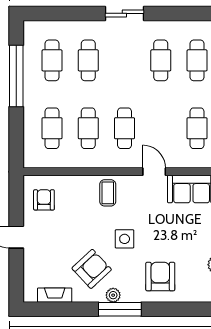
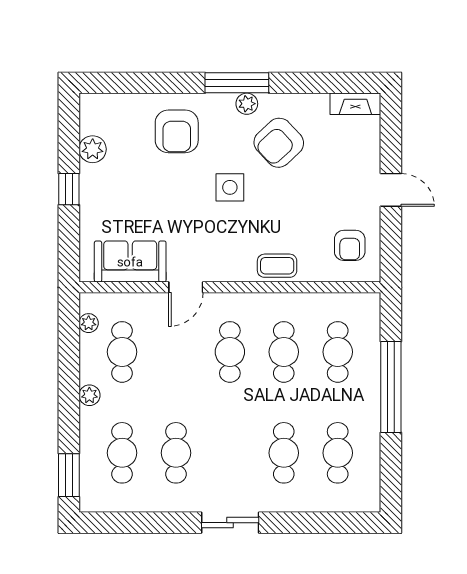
window: (16, 76) -> (391, 387), moved
door: (154, 172) -> (186, 287), hinge flipped
coffee table: (108, 193) -> (277, 266), moved, turned 90
fireplace: (55, 295) -> (355, 104), moved

